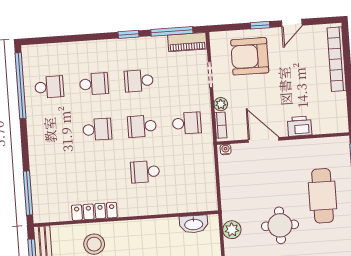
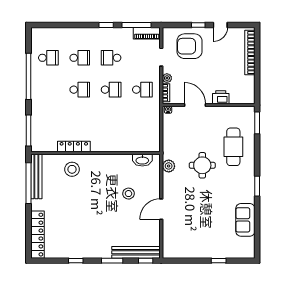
window: (20, 86) -> (28, 76), moved
school desk: (142, 126) -> (111, 90), turned 180
school desk: (145, 172) -> (111, 121), removed

